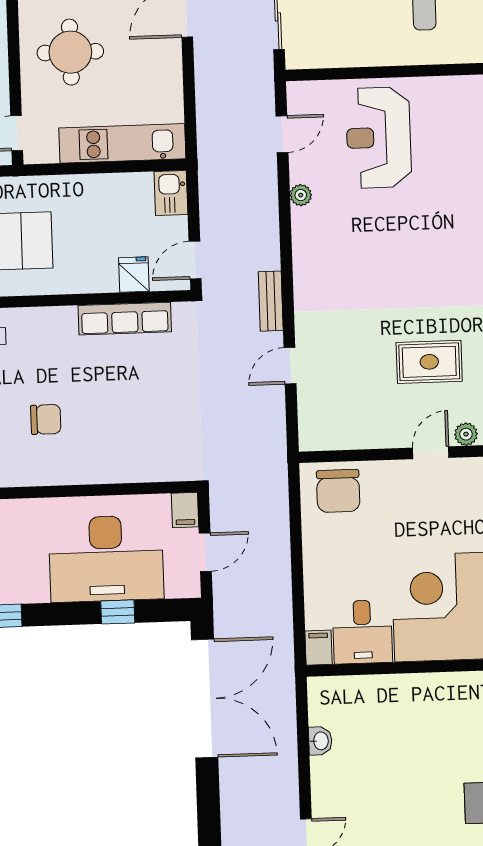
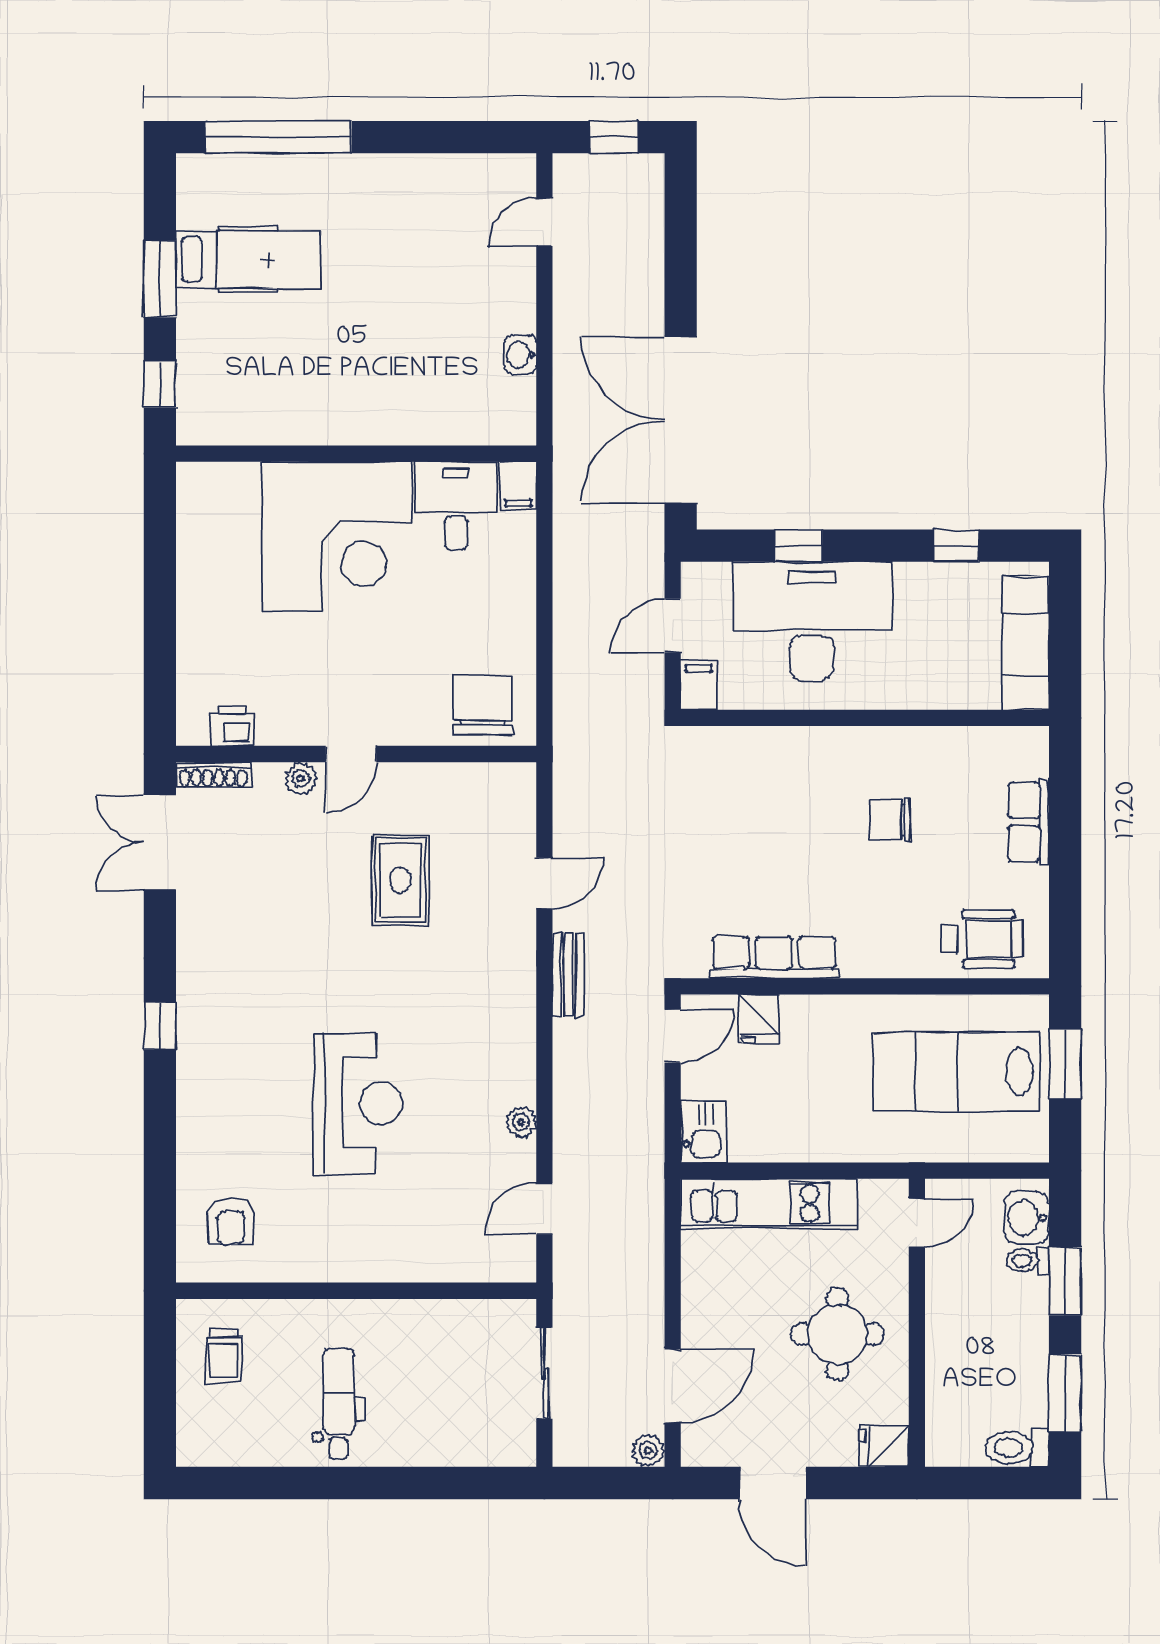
reception desk: (379, 138) -> (358, 1103), moved
rug: (429, 362) -> (400, 880), moved, turned 90

